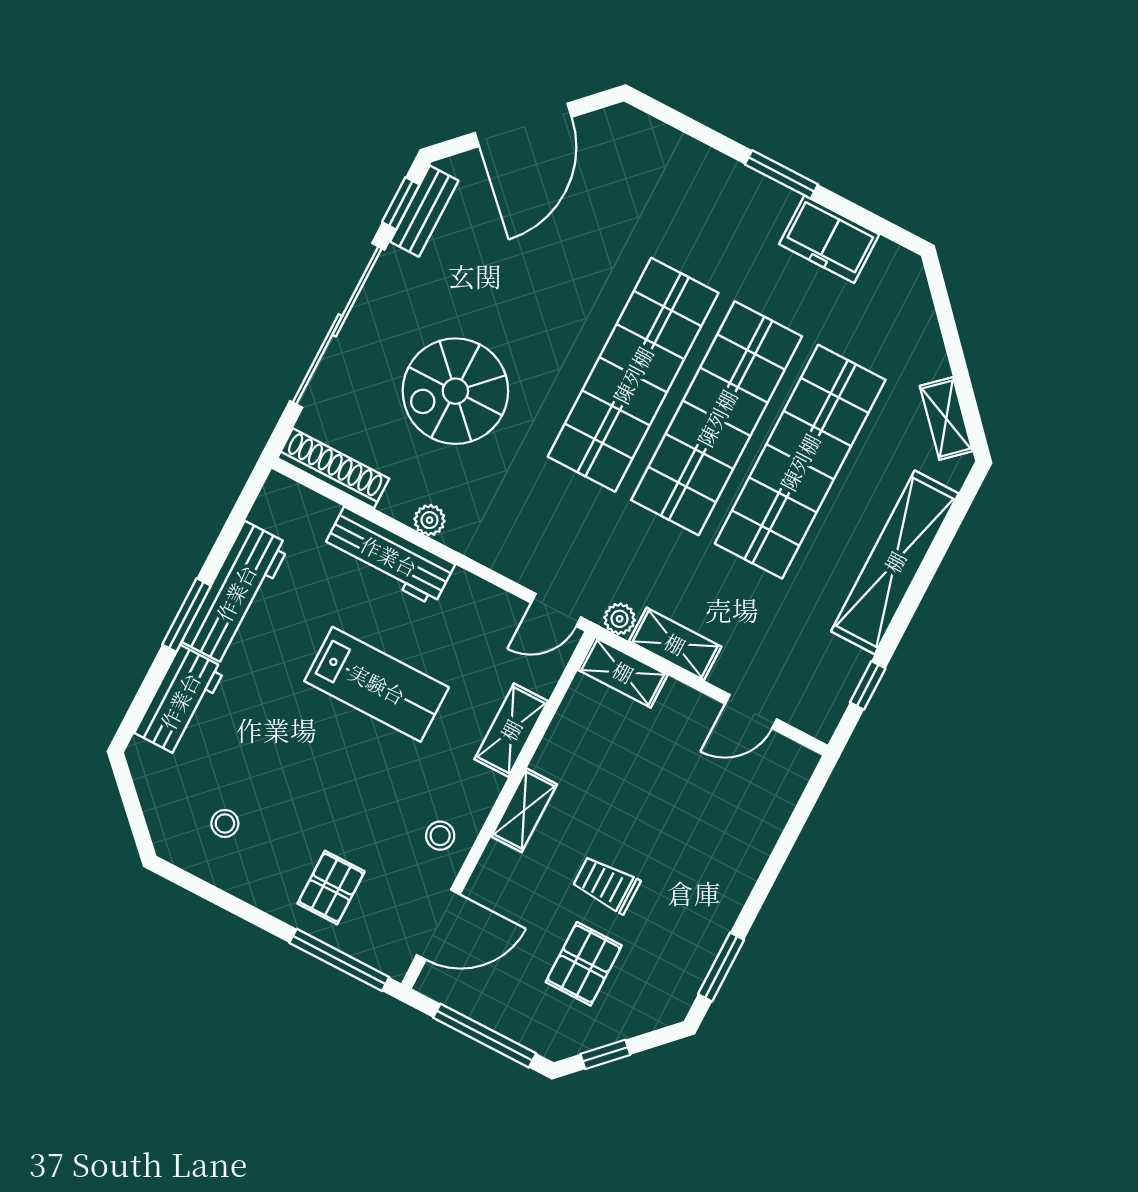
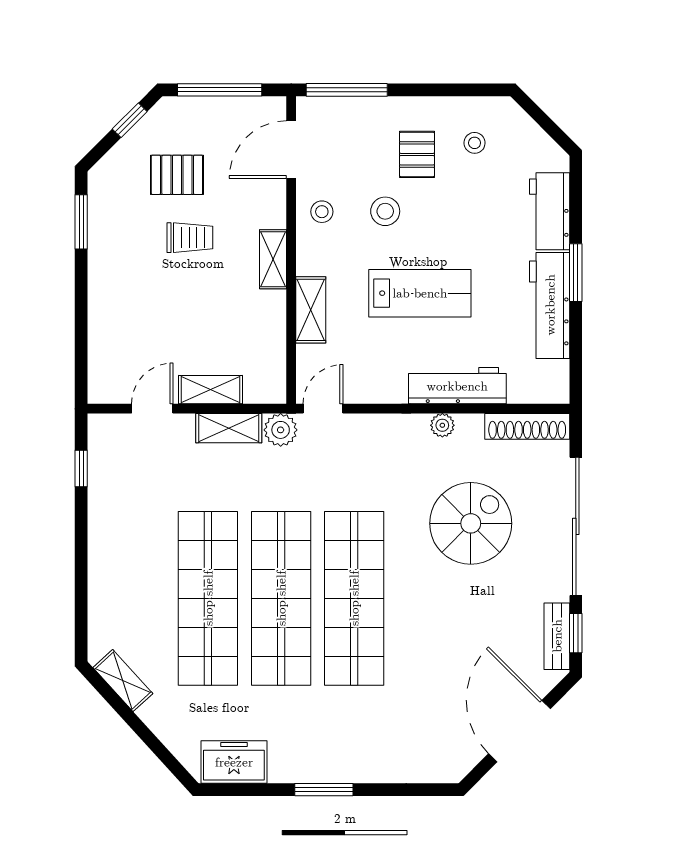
freezer: (829, 239) -> (234, 762), moved
shelving: (895, 562) -> (107, 563), removed
plant: (620, 619) -> (281, 430), width x1.38, depth x1.38
shelving: (623, 672) -> (211, 390), moved
lab bench: (377, 684) -> (420, 293), turned 180
stool: (368, 798) -> (385, 211), added
pallet: (331, 887) -> (417, 154), moved
pallet: (584, 964) -> (177, 175), turned 90

